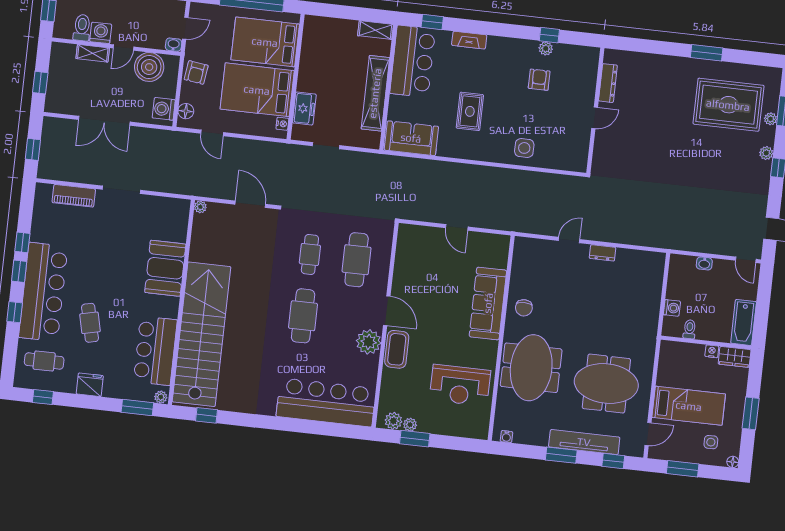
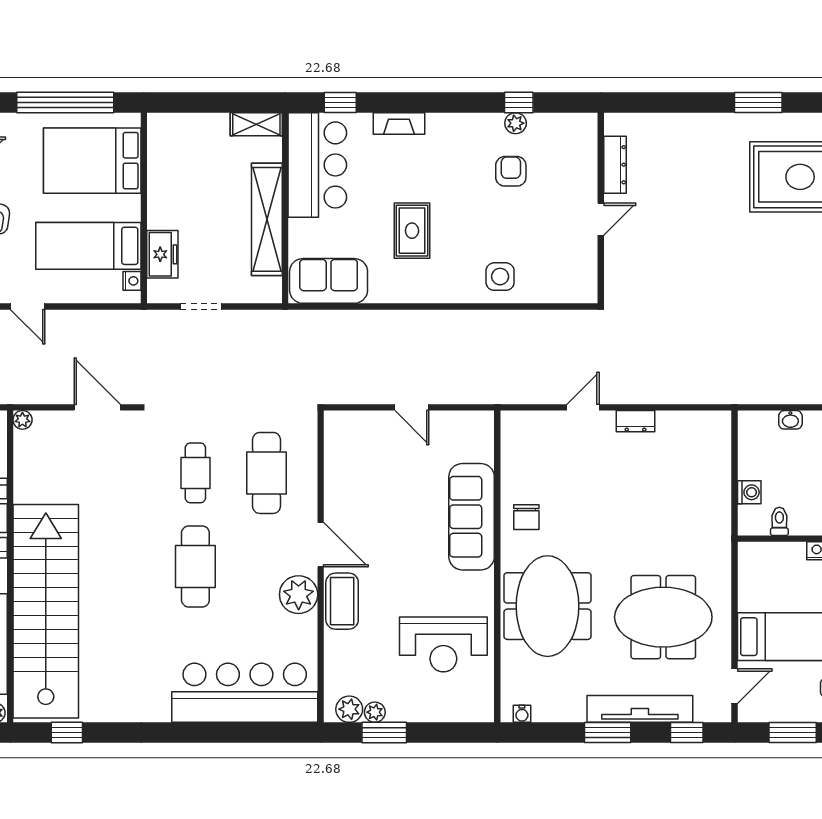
bed: (257, 90) -> (88, 246), width x0.67

